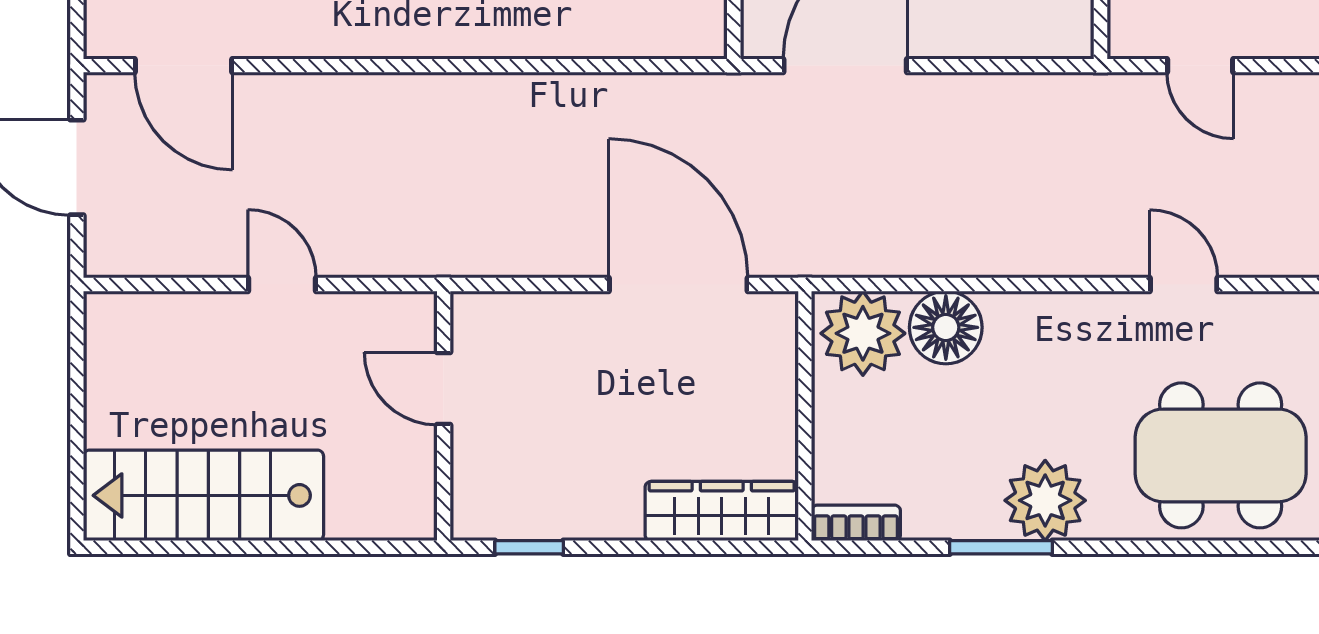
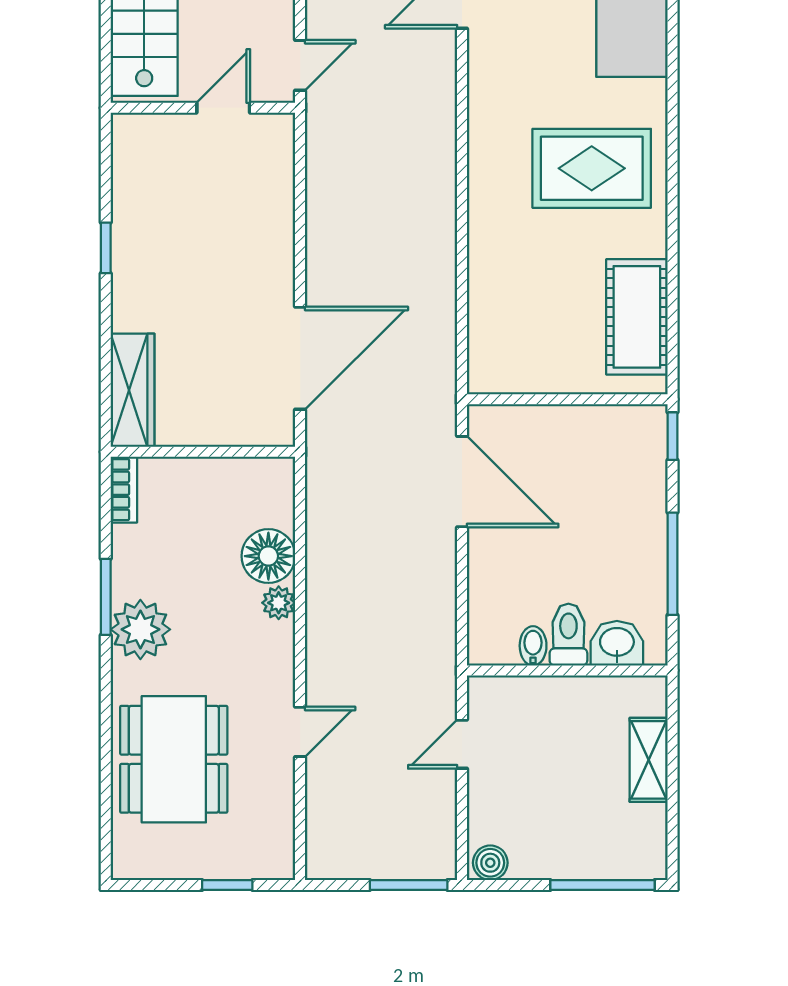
plant: (863, 333) -> (279, 603), moved, width x0.53, depth x0.53
door: (444, 389) -> (223, 108), moved
wall: (444, 416) -> (203, 108), moved

